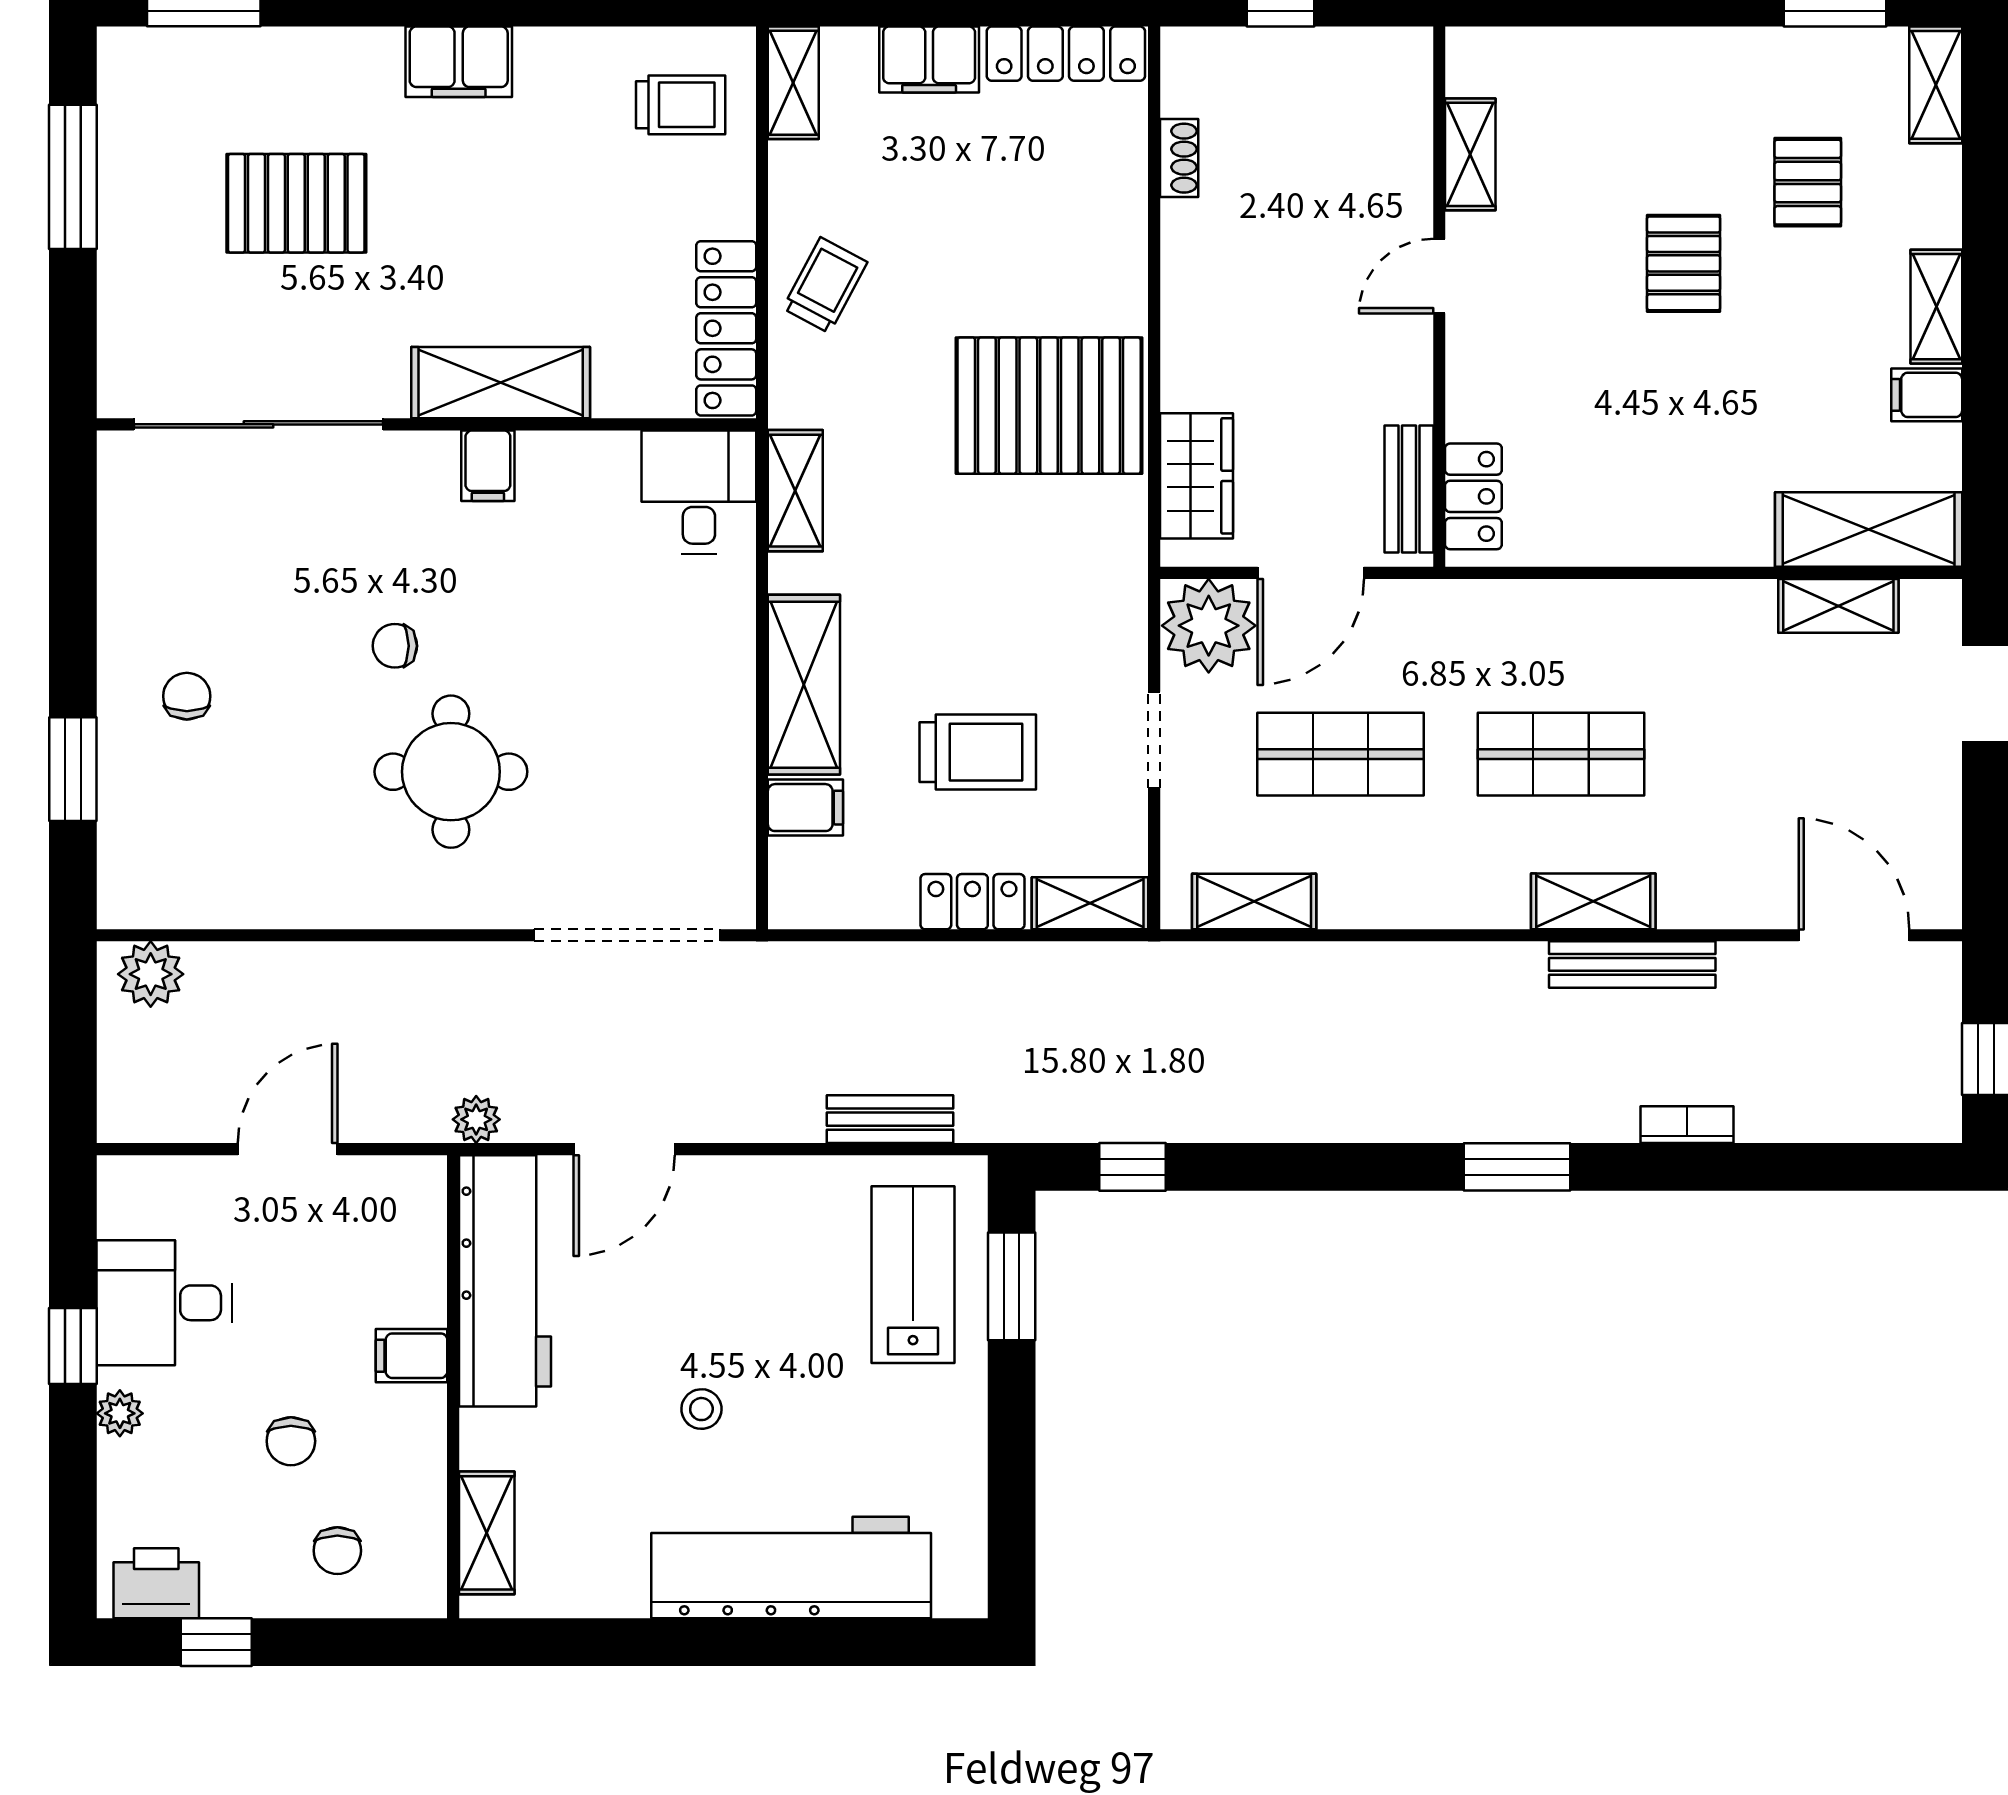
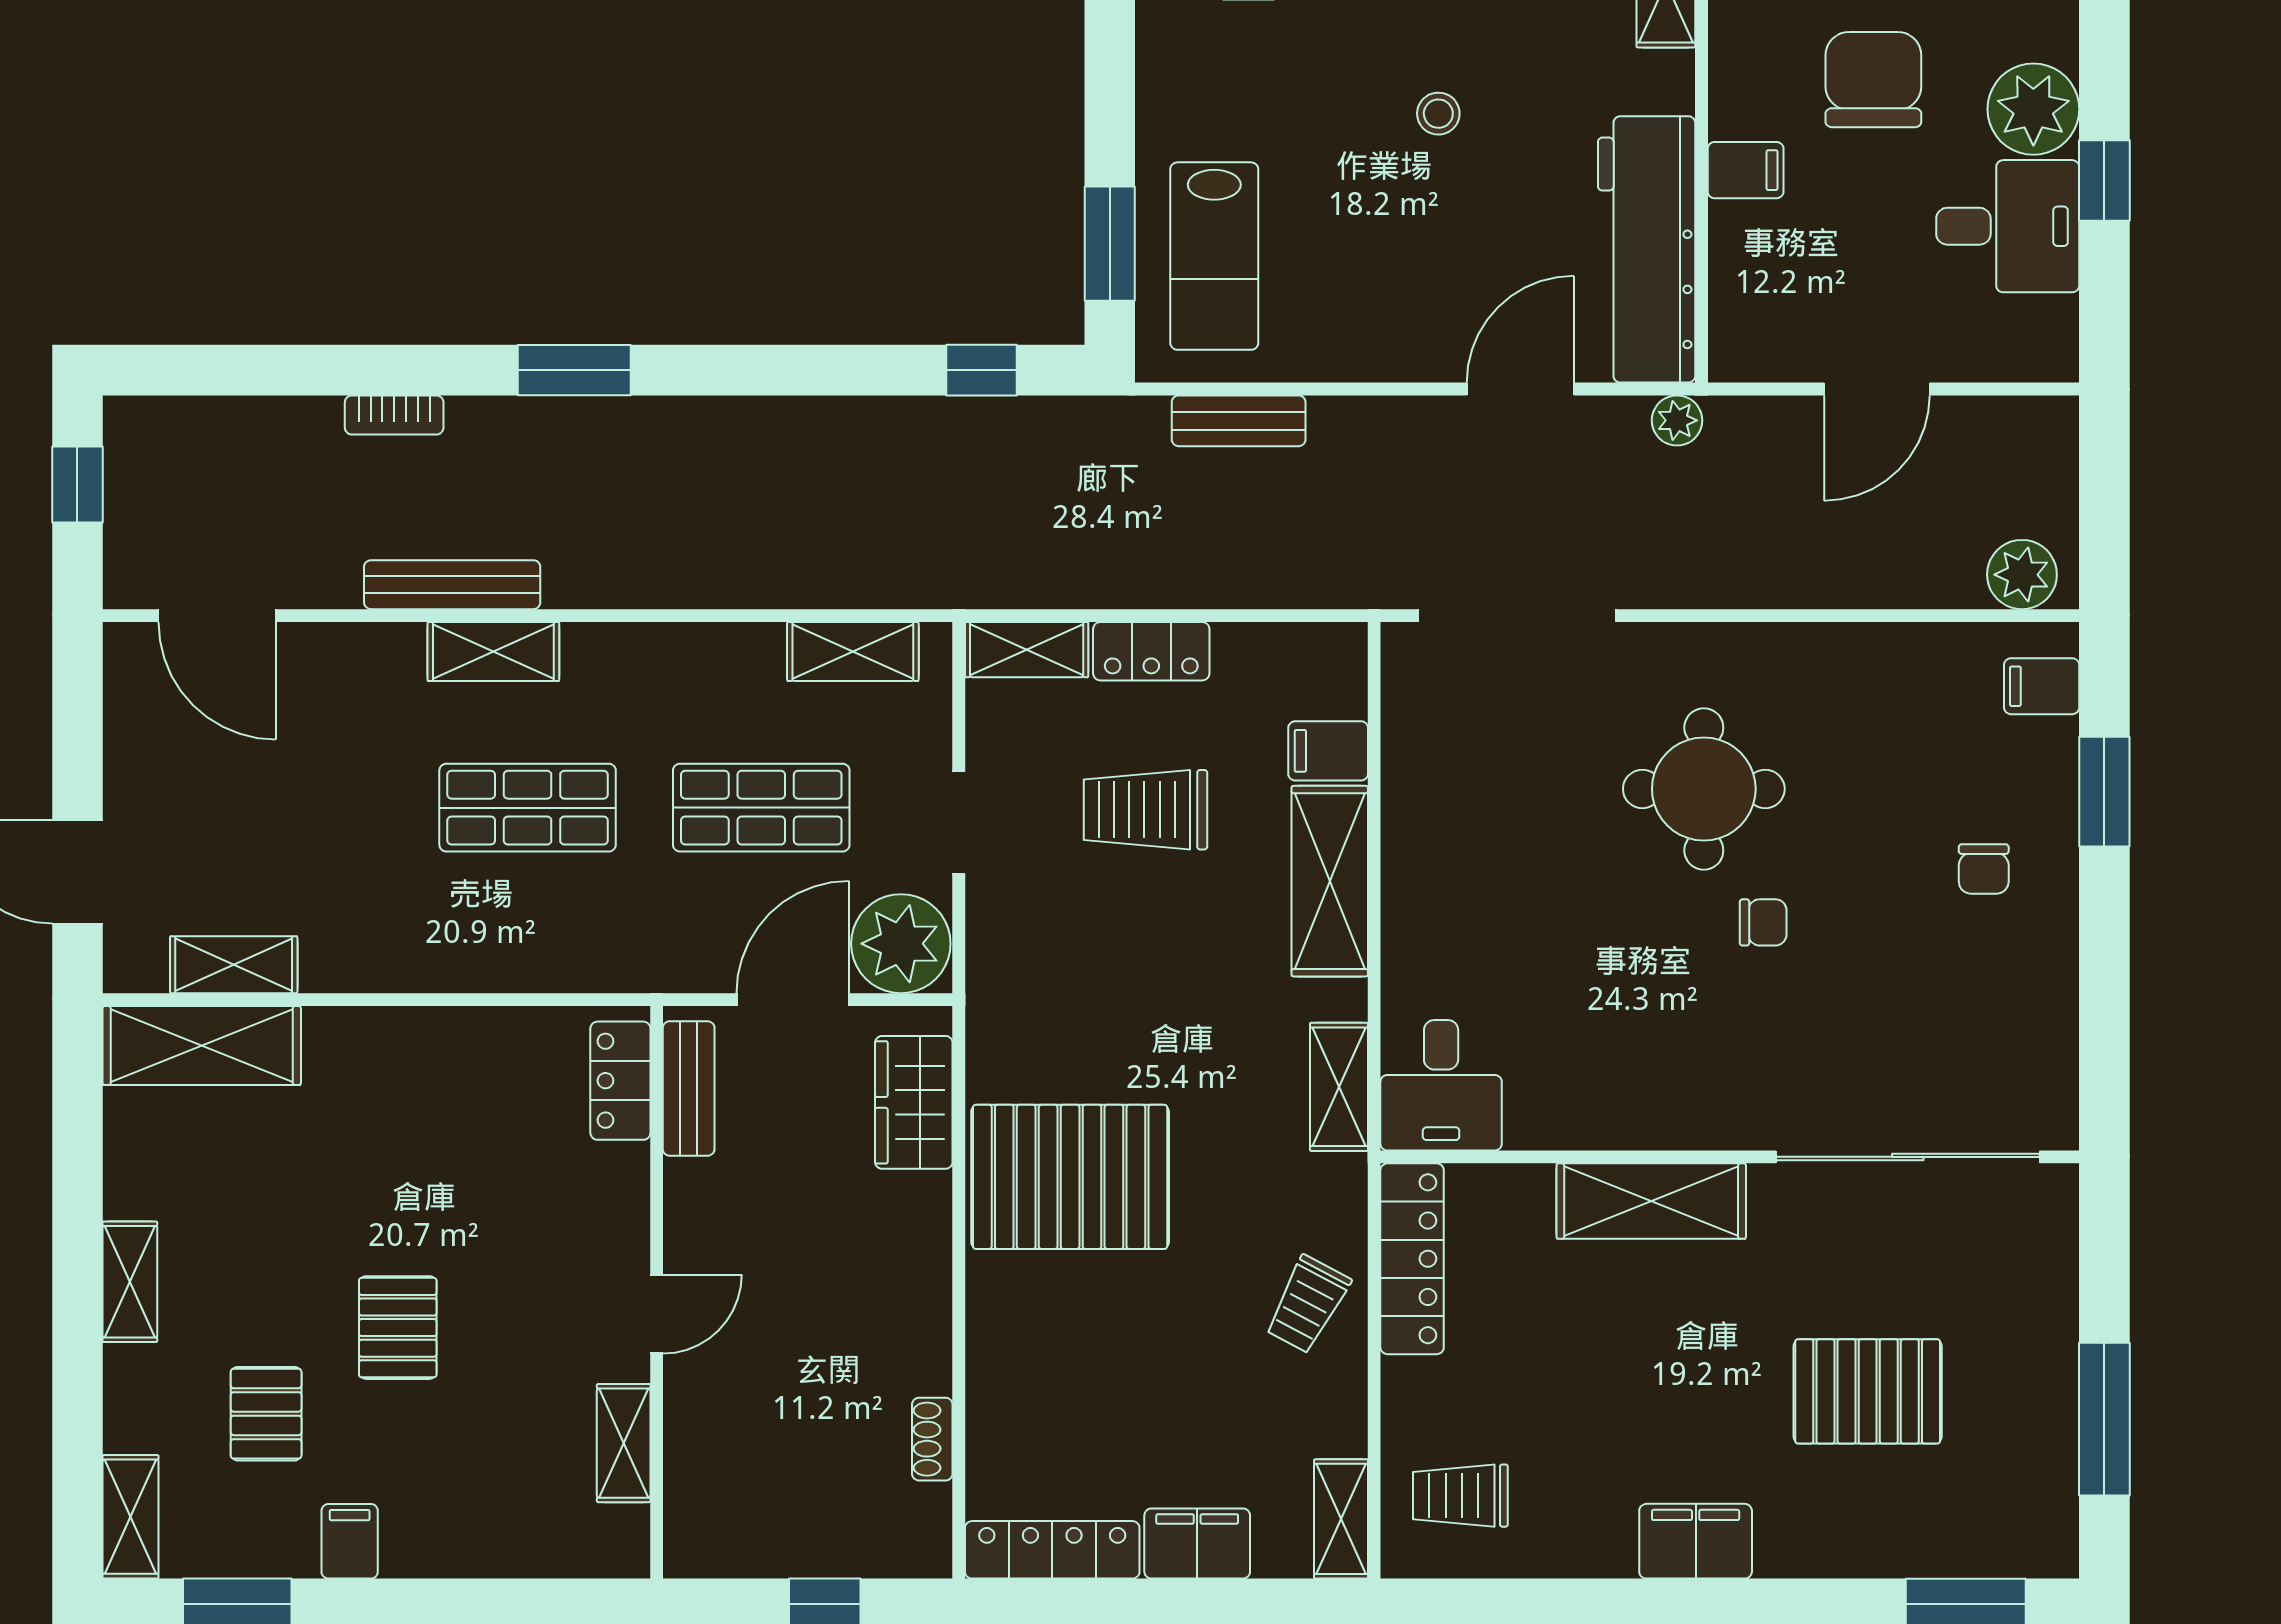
filing cabinet: (1927, 395) -> (350, 1541), moved, turned -90
filing cabinet: (488, 466) -> (2042, 686), moved, turned -90
plant: (120, 1413) -> (2033, 109), width x1.87, depth x1.87
chair: (291, 1441) -> (1873, 80), width x1.87, depth x1.87

